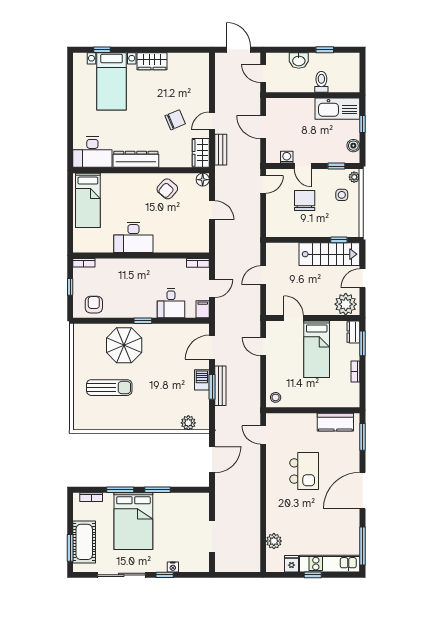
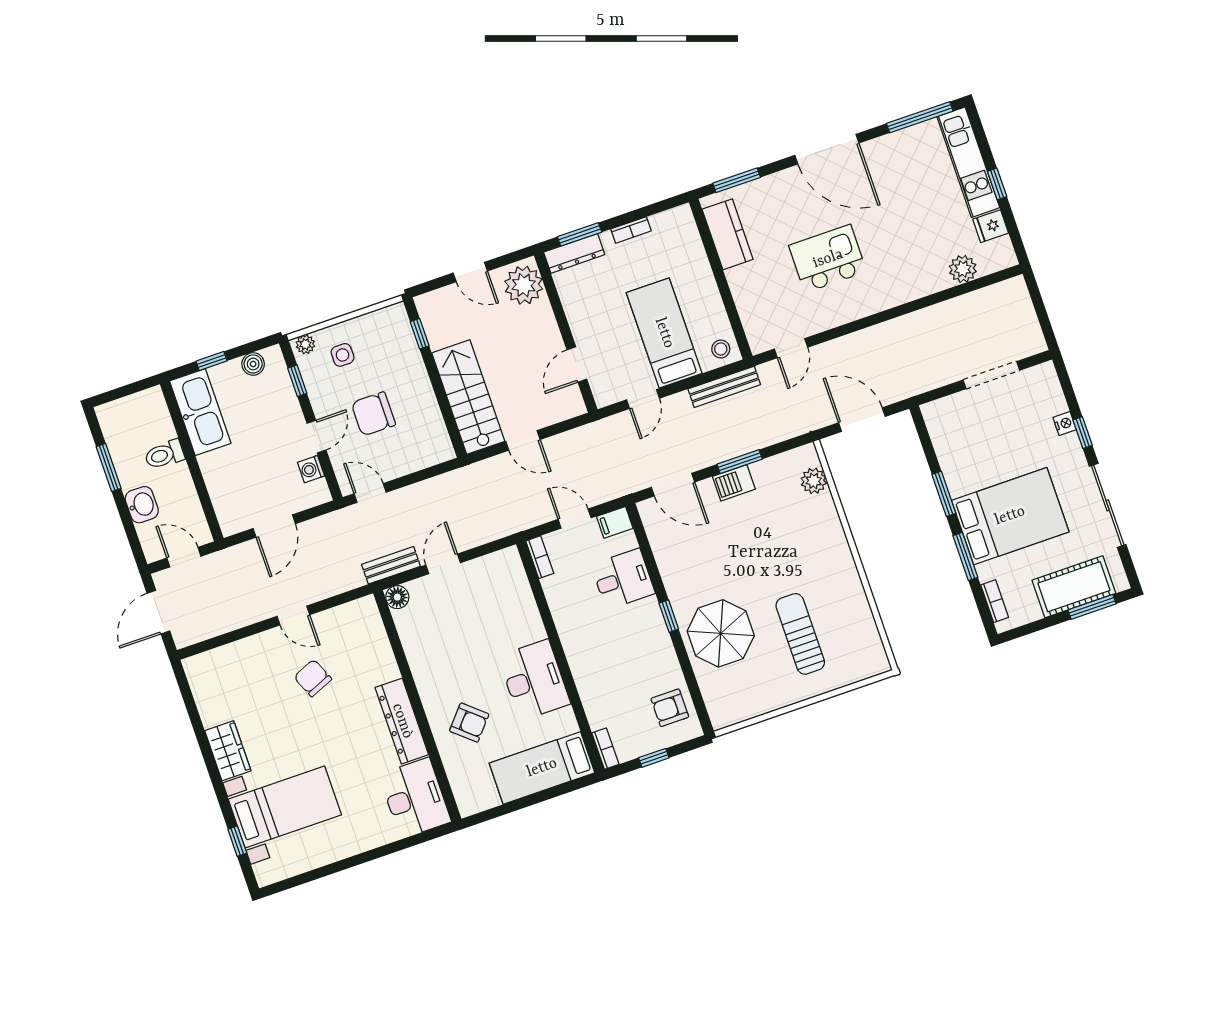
window: (325, 50) -> (109, 467), width x1.50
door: (263, 73) -> (184, 557), swing flipped
bench: (221, 150) -> (391, 565), moved
wardrobe: (201, 153) -> (354, 616), removed
armchair: (167, 189) -> (469, 723), moved
bed: (88, 200) -> (542, 768), moved, turned 180
stairs: (329, 254) -> (468, 397), moved
dresser: (353, 332) -> (574, 253), width x1.44
bed: (317, 349) -> (664, 333), moved, turned -90
bench: (220, 386) -> (724, 387), moved

